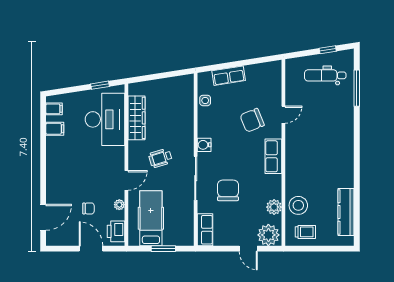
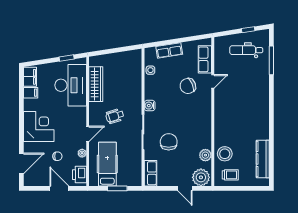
filing cabinet: (54, 109) -> (30, 77), width x2.00
row of seats: (273, 156) -> (205, 59), moved
corner desk: (65, 171) -> (39, 127), added

